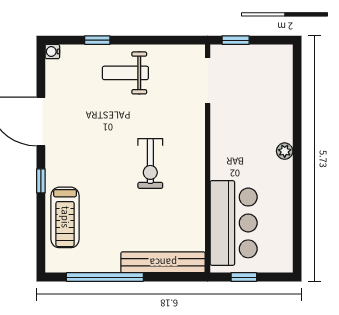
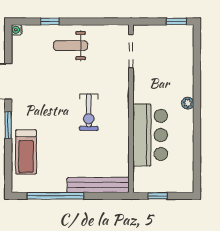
window: (236, 40) -> (176, 21), moved
window: (41, 181) -> (8, 125), width x1.50
bar counter: (234, 223) -> (150, 135), moved

